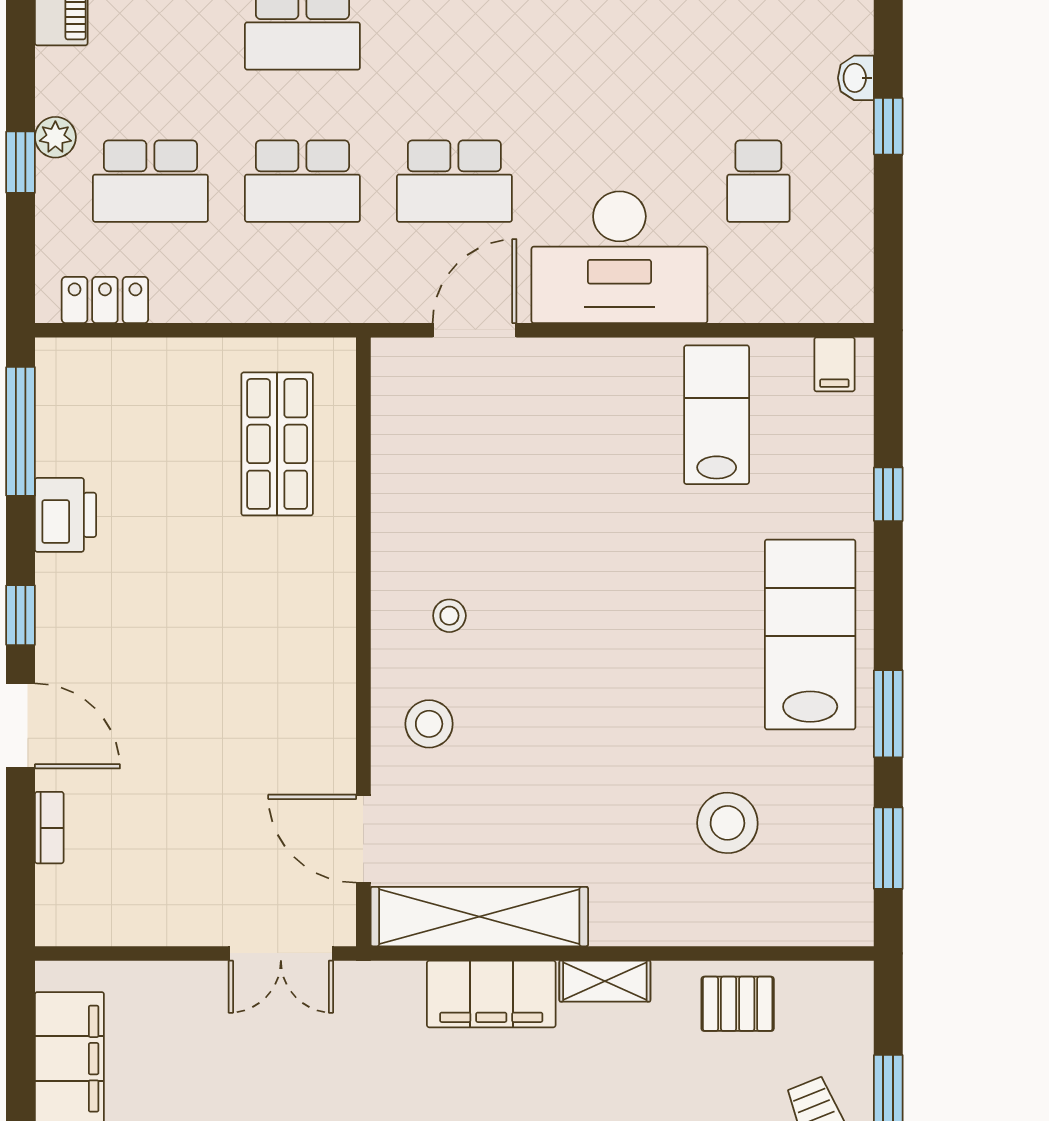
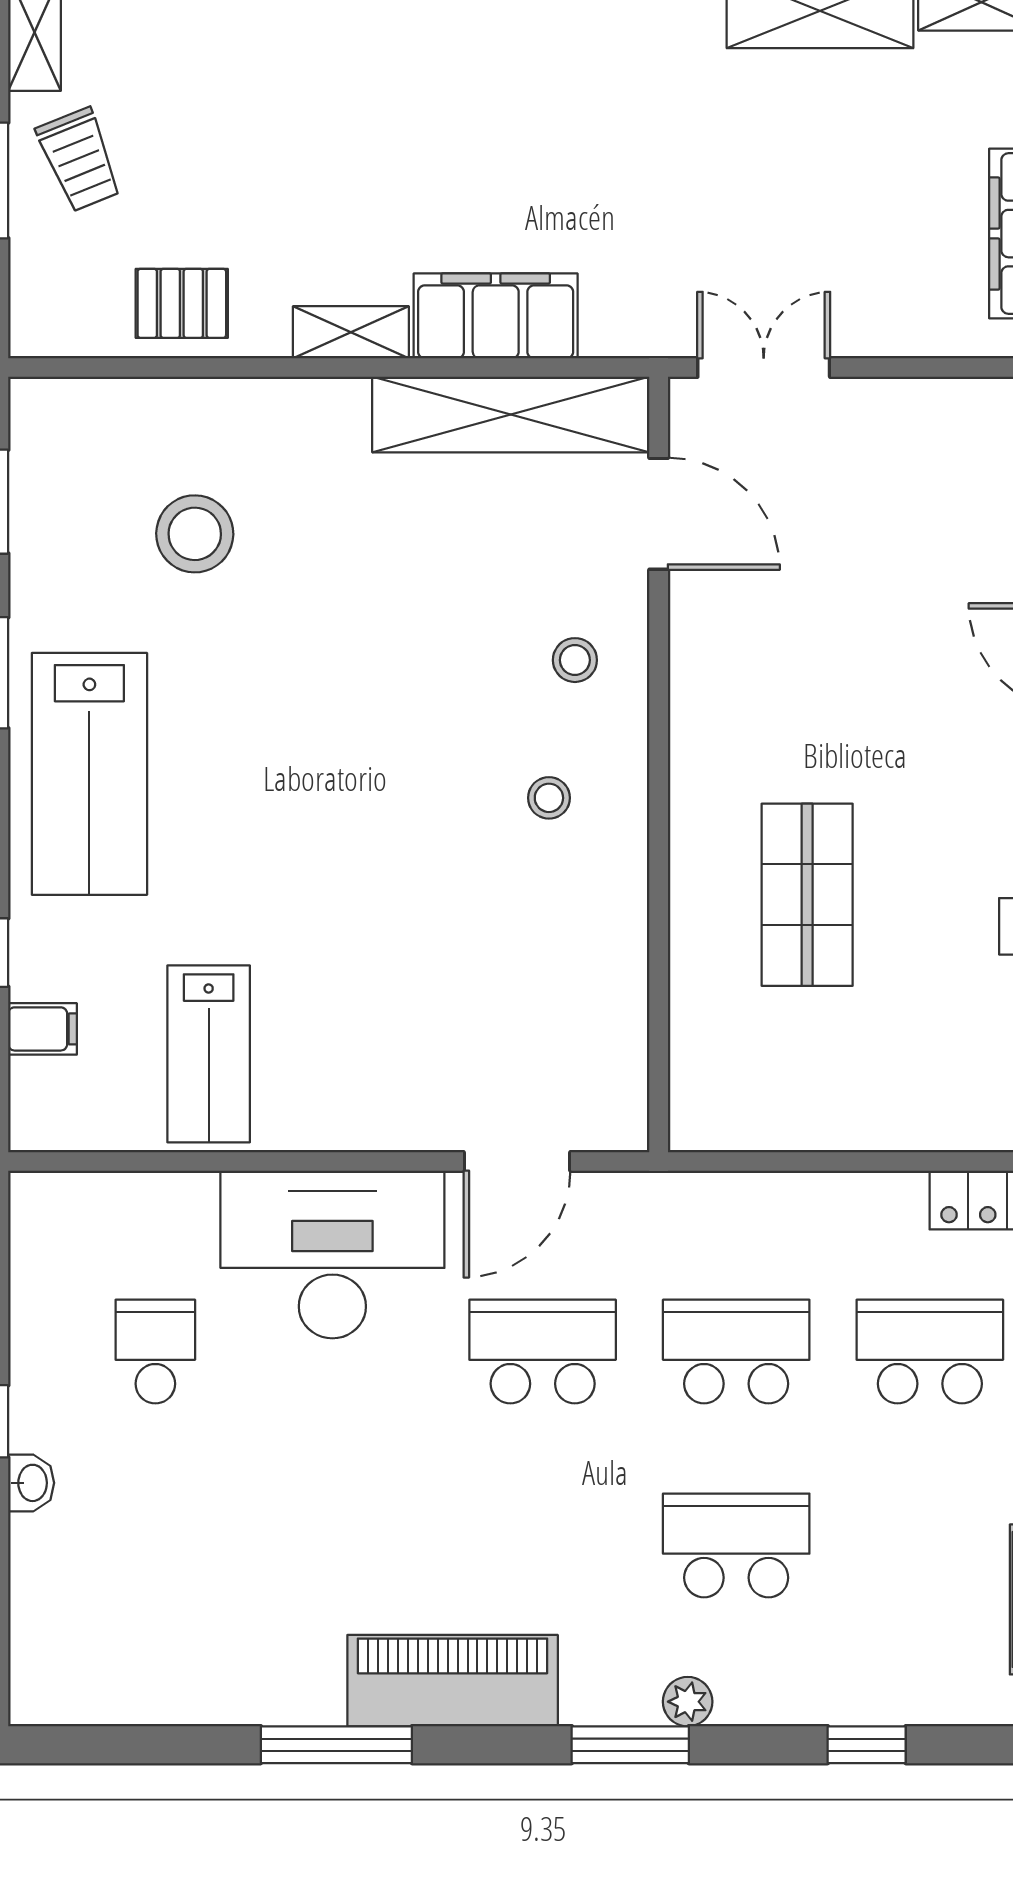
filing cabinet: (834, 364) -> (42, 1029), moved, turned 90
shop shelf: (277, 444) -> (807, 895), moved
stool: (429, 724) -> (575, 660), width x0.73, depth x0.73

